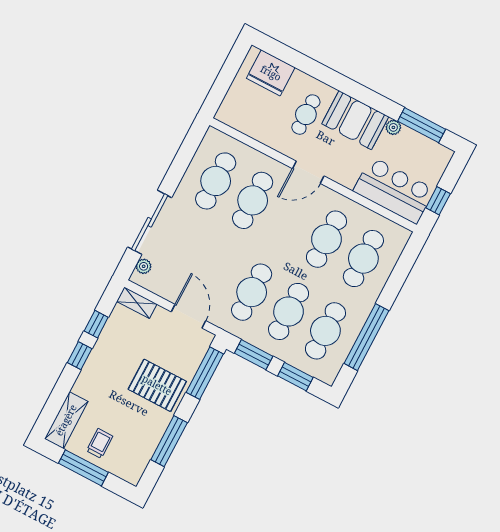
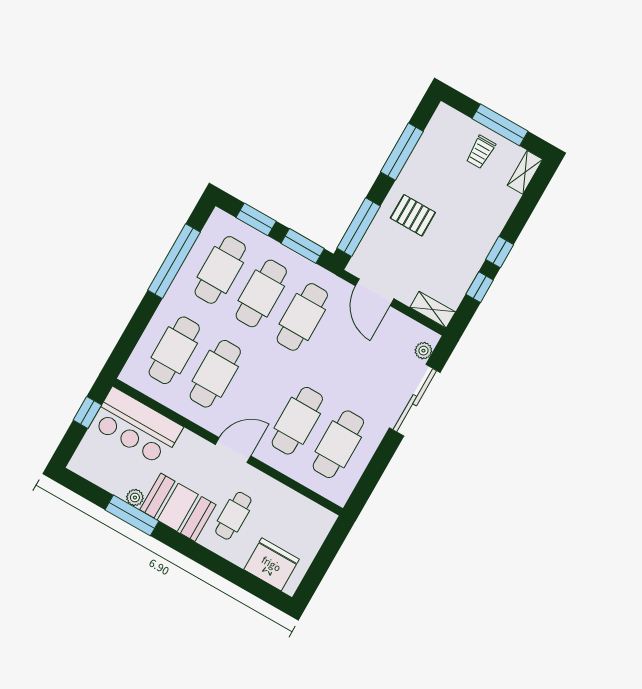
window: (422, 125) -> (132, 515), moved
pallet: (157, 385) -> (413, 215), width x0.67, depth x0.71
shelving: (66, 420) -> (525, 172), width x0.67, depth x0.75

